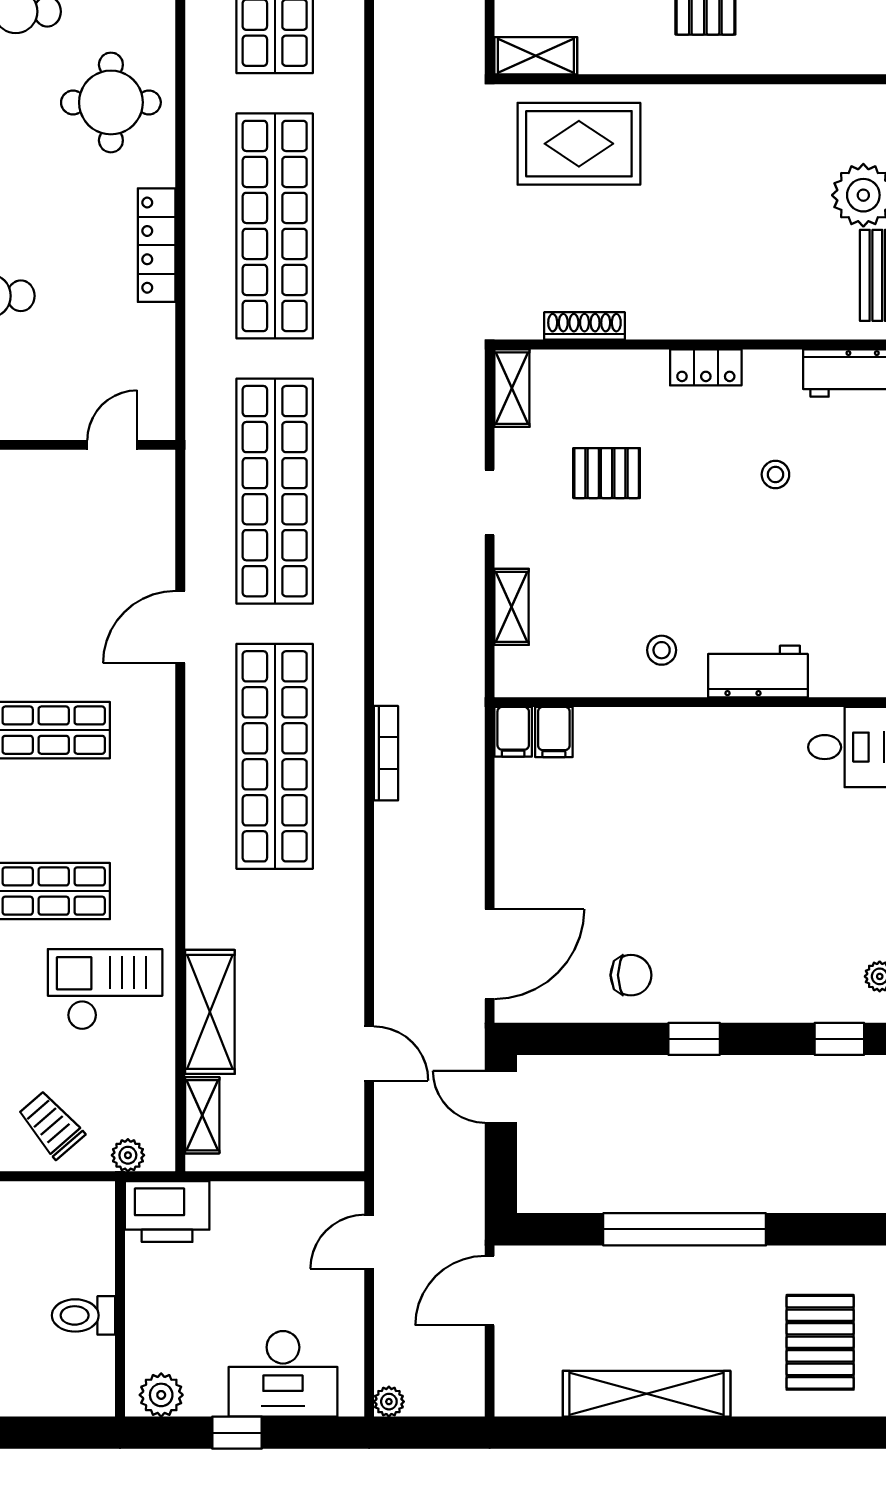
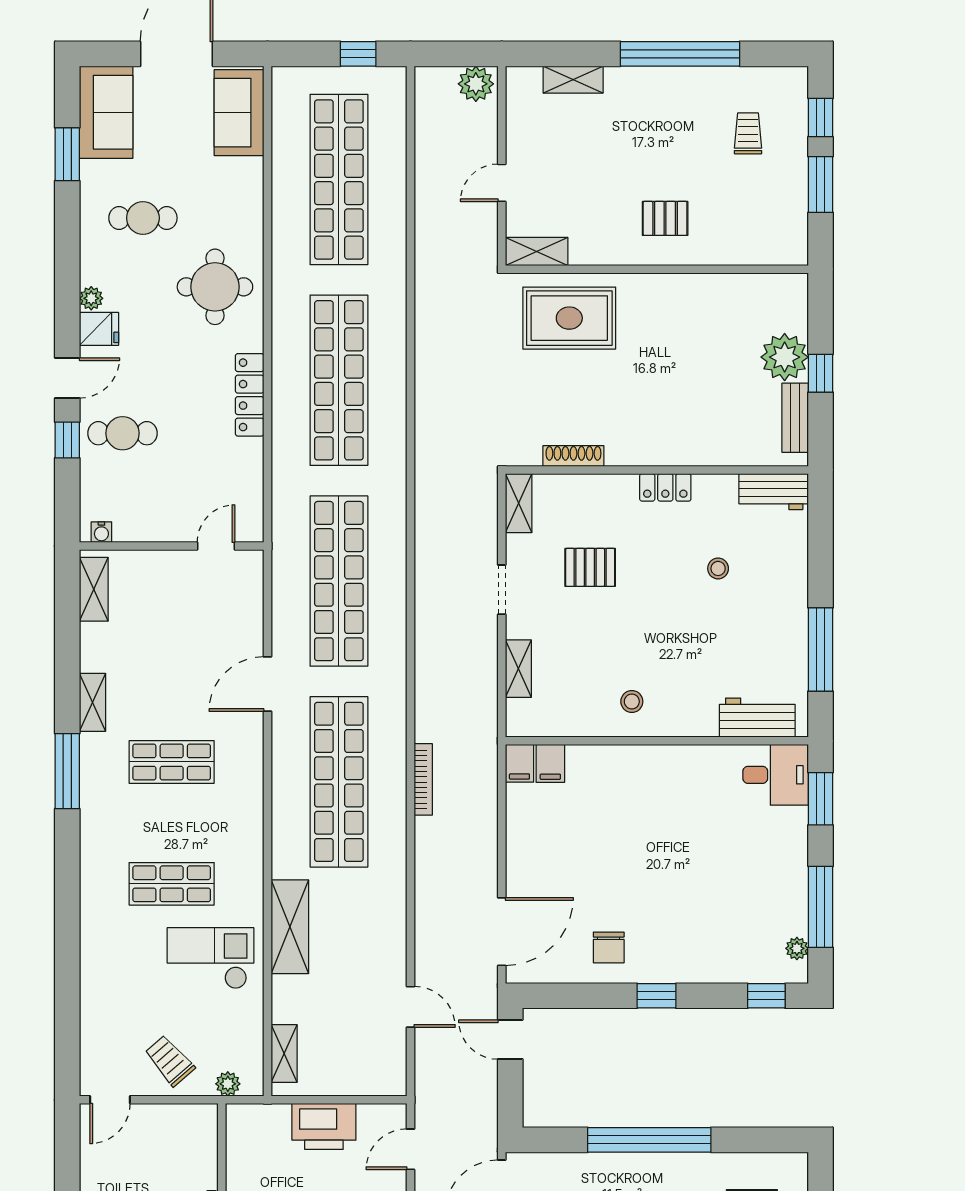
workbench: (758, 671) -> (757, 718), moved
chair: (631, 975) -> (609, 947), turned 90
shelving: (210, 1012) -> (290, 927), moved
printer: (167, 1211) -> (324, 1126), moved

